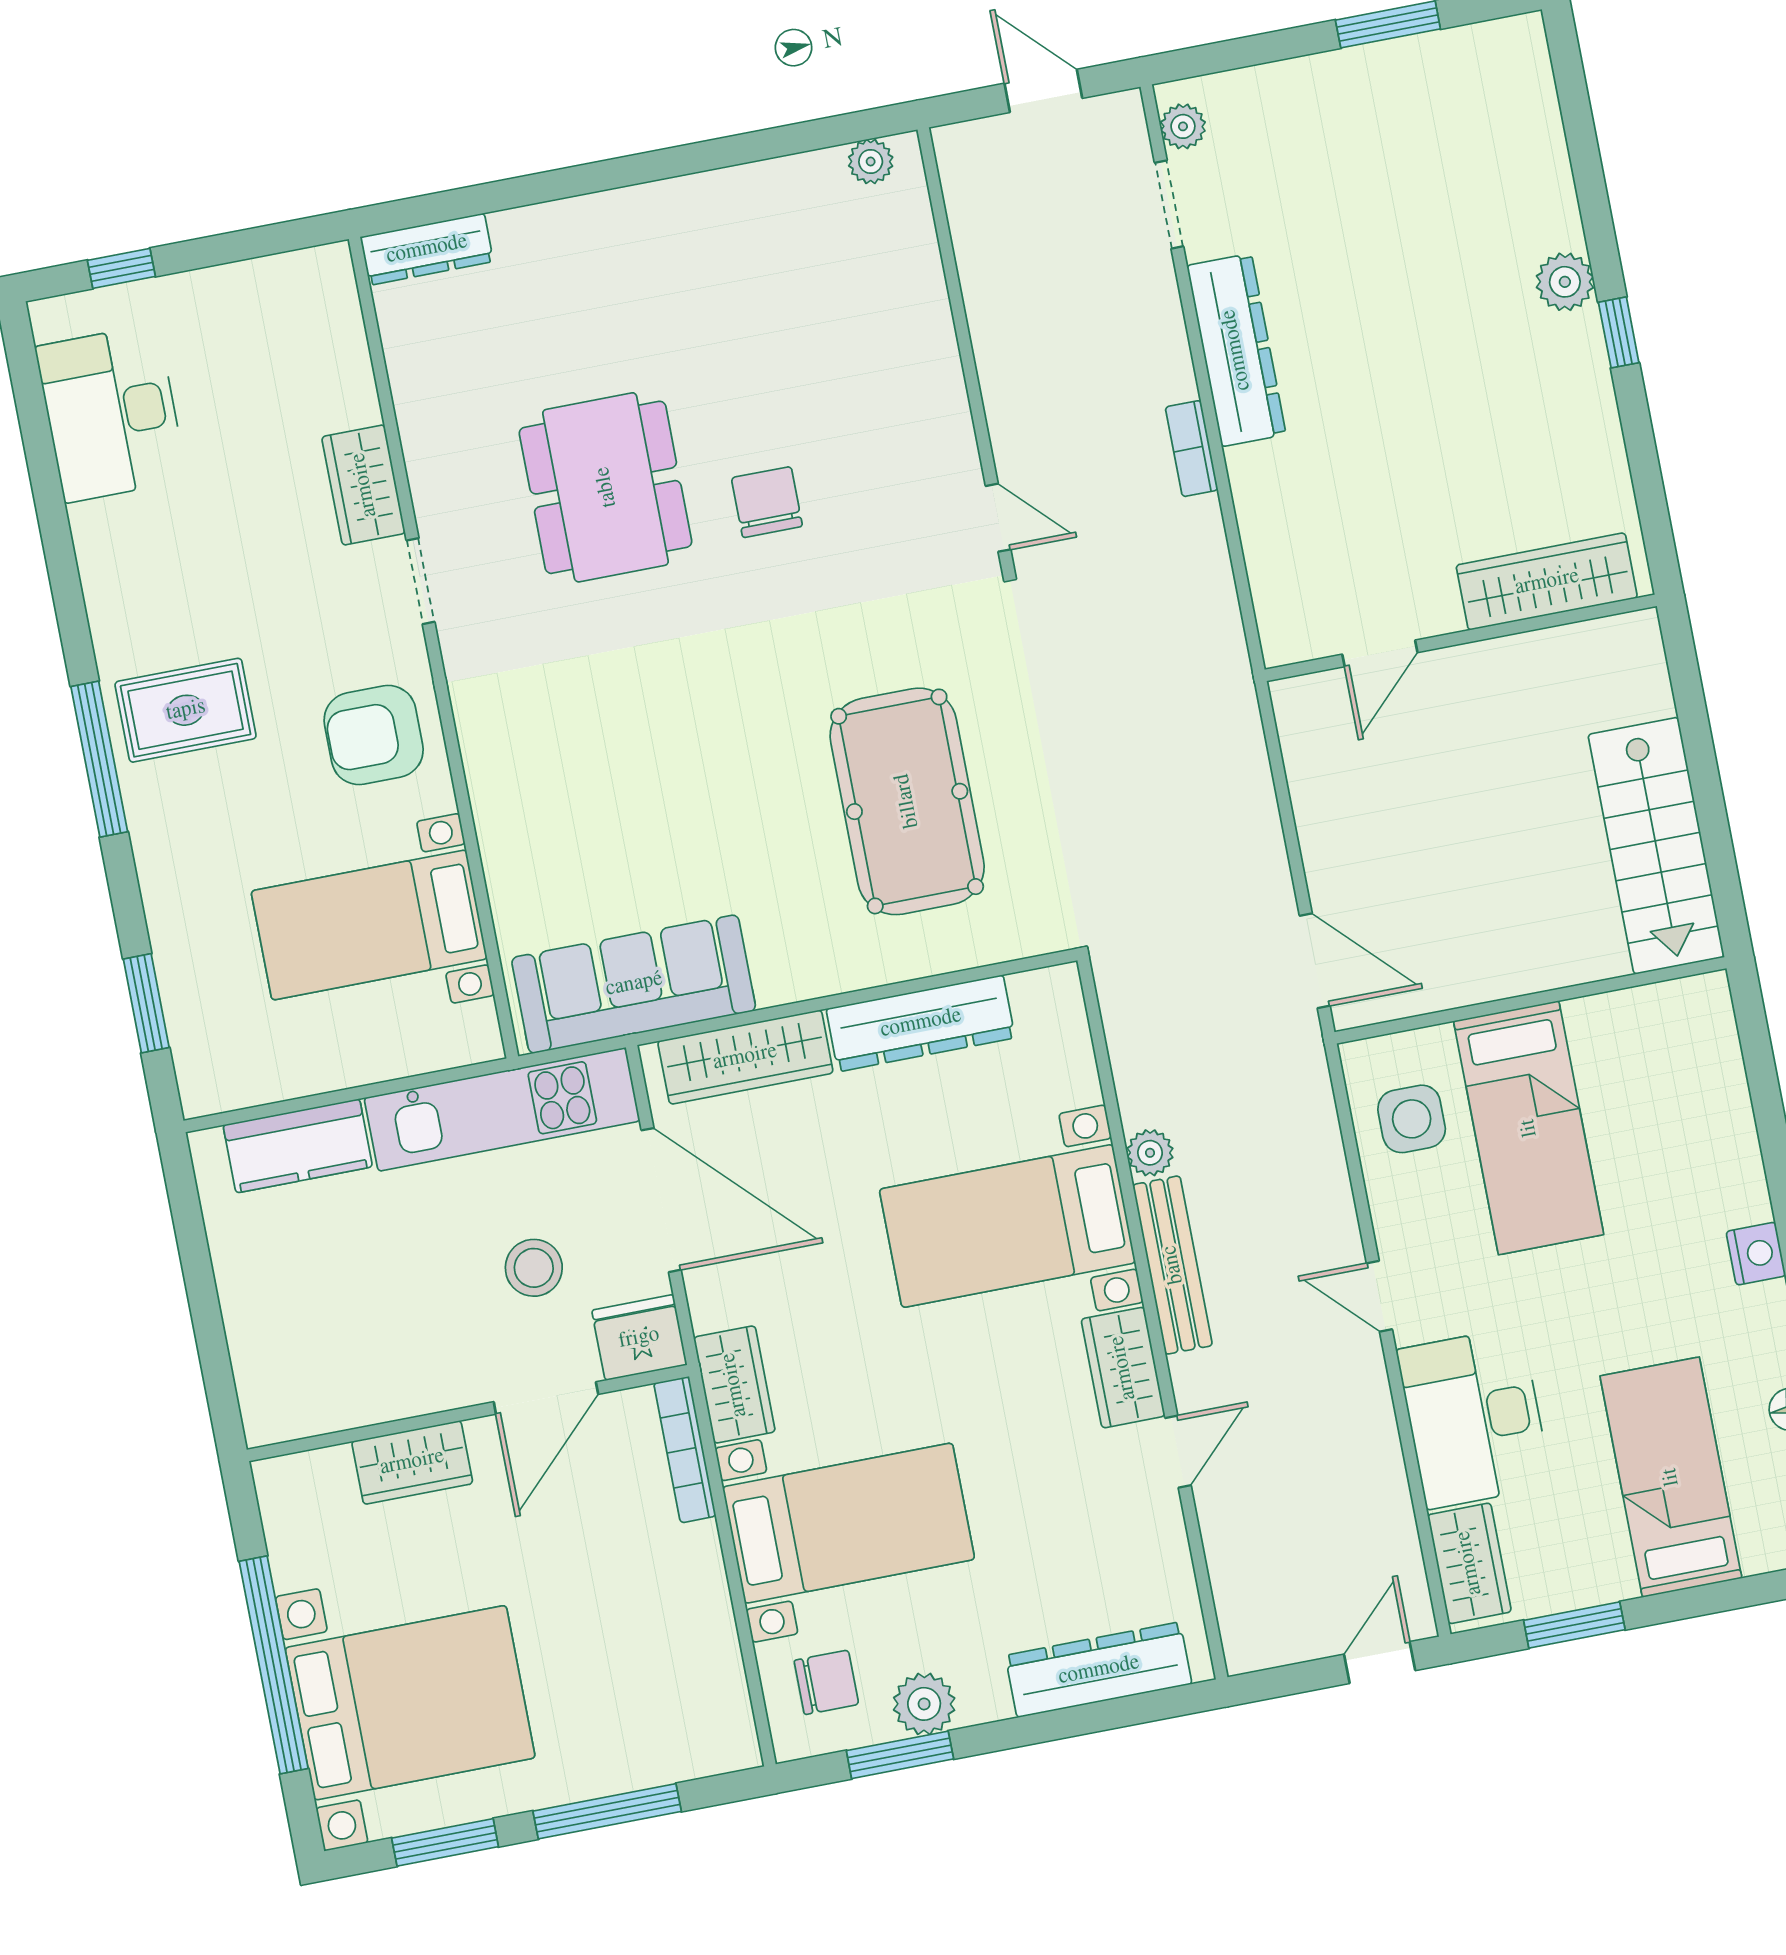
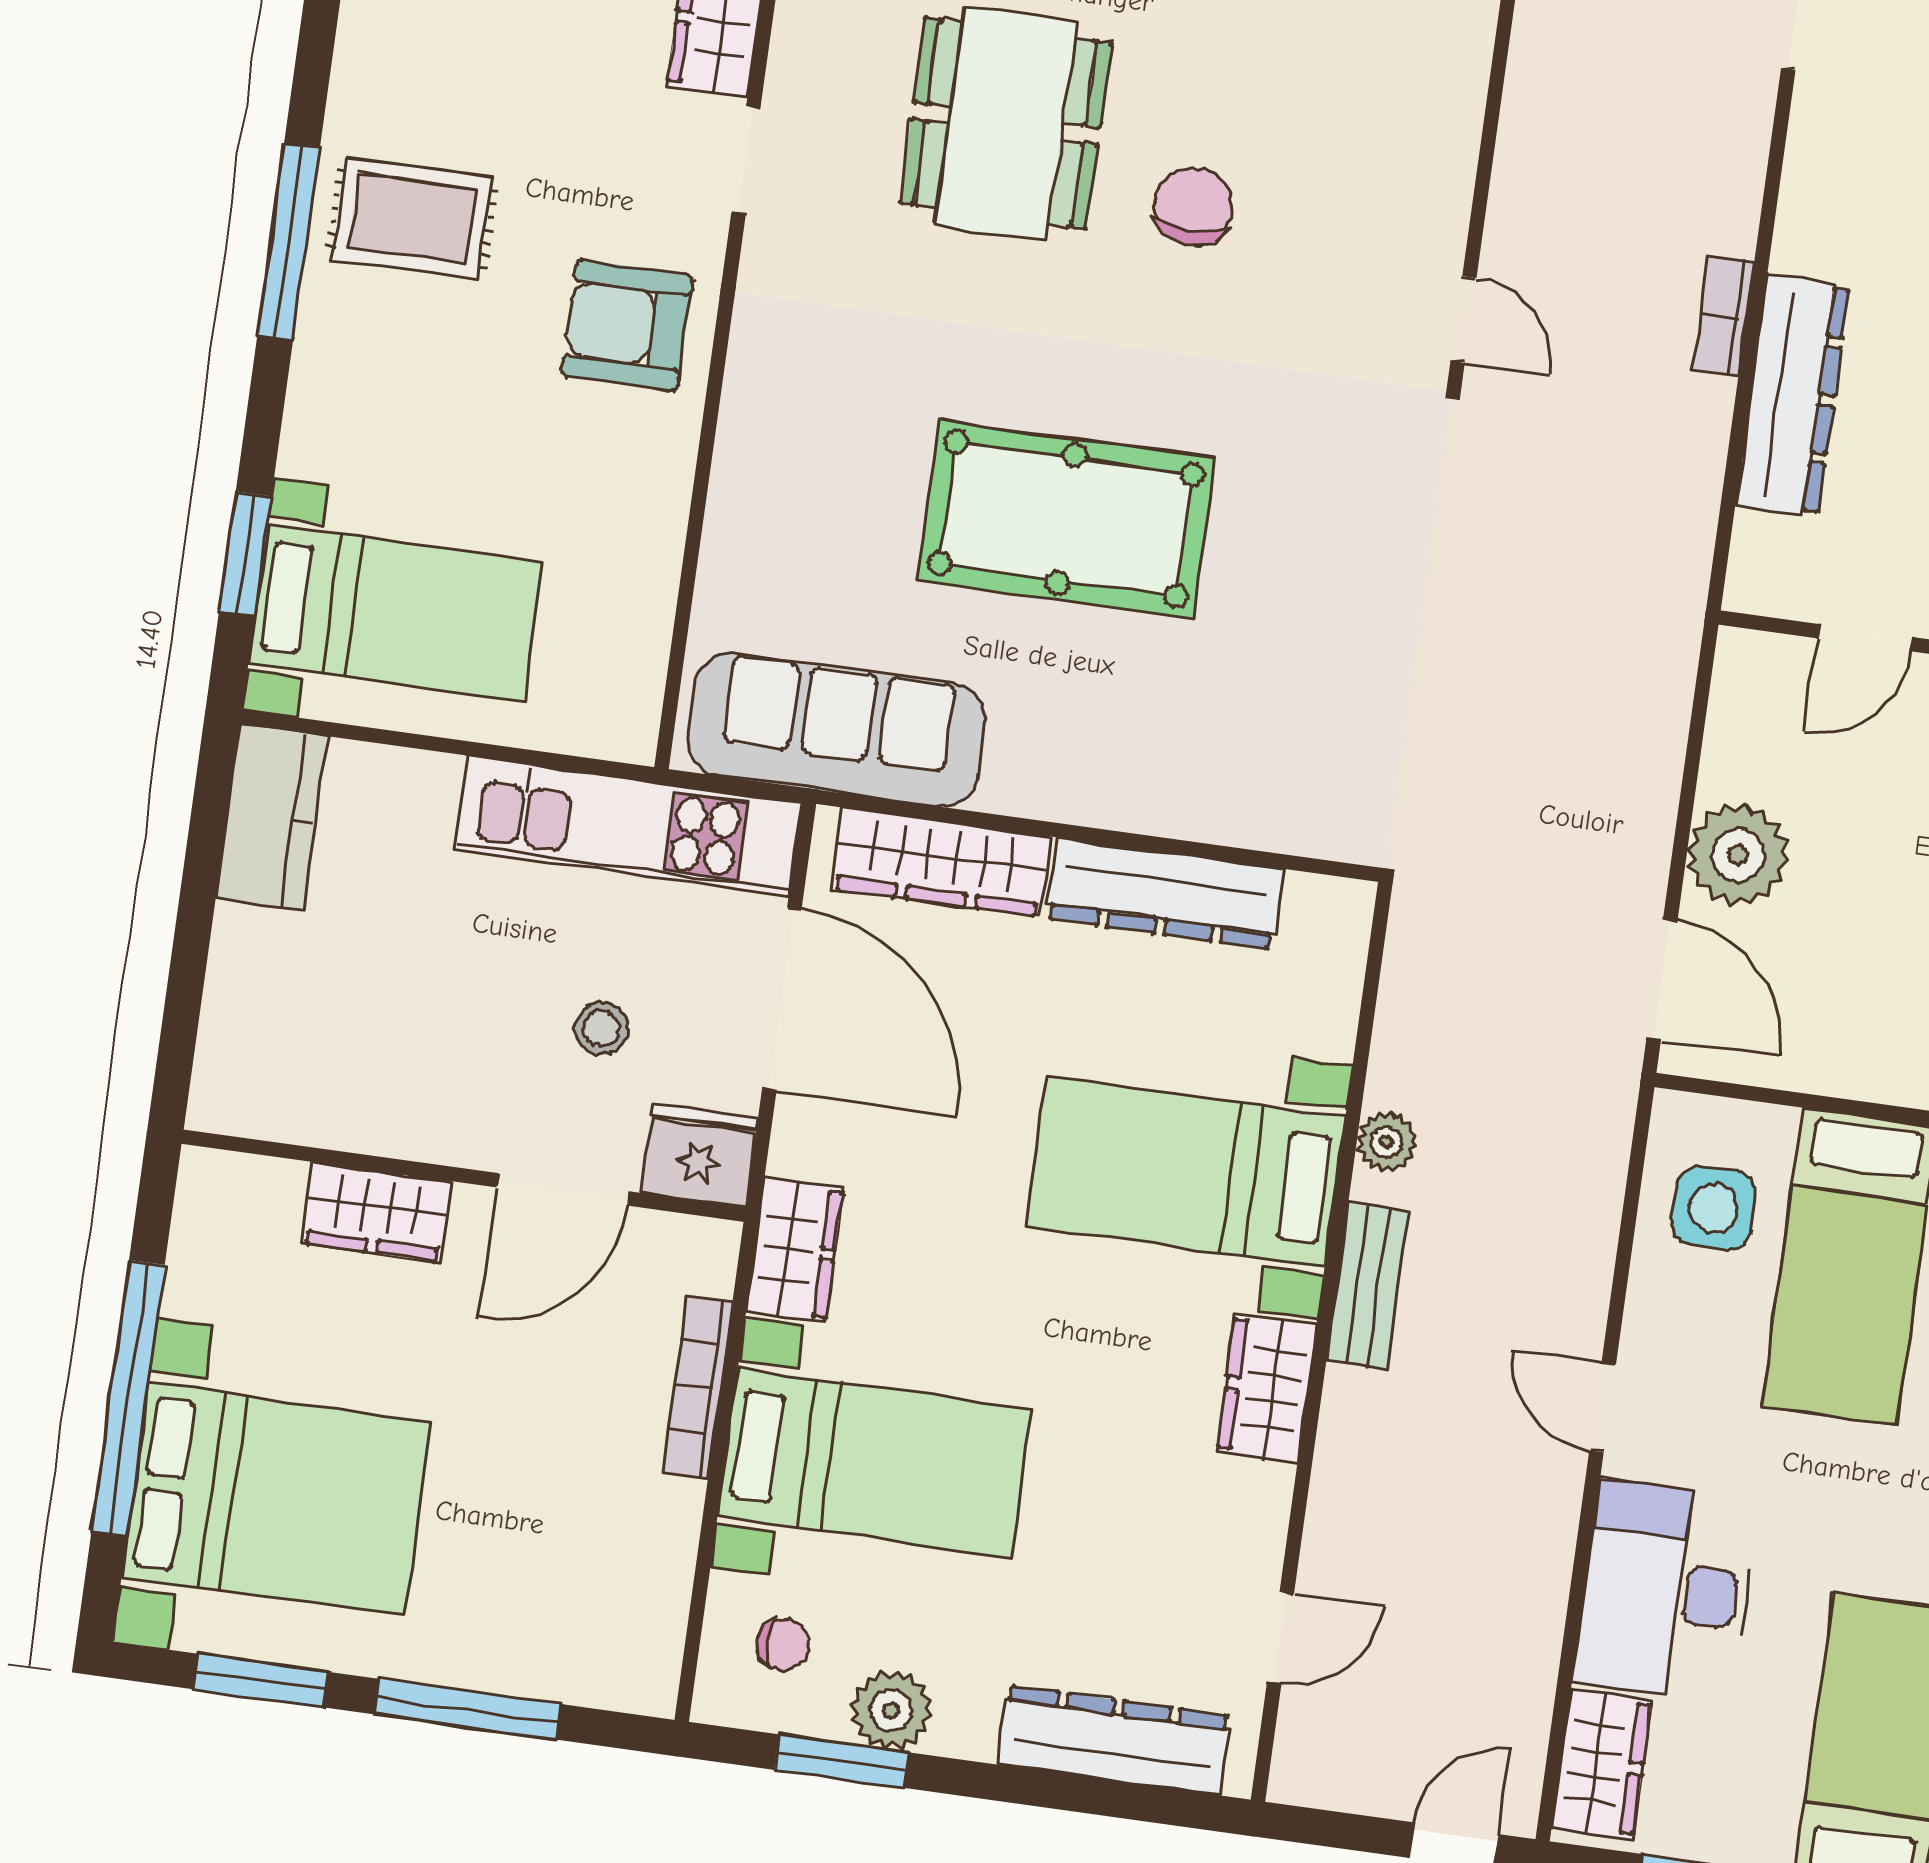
dresser: (1236, 350) -> (1792, 396), moved
pool table: (907, 801) -> (1066, 519), moved, turned 90
plant: (1340, 848) -> (1738, 855), added
bed with nightstands: (369, 925) -> (396, 613), moved, turned 180
kitchen counter: (298, 1146) -> (271, 817), moved, turned -90
bench: (1173, 1265) -> (1368, 1286), width x0.73
stool: (534, 1268) -> (602, 1029), width x0.73, depth x0.73
bookcase: (685, 1450) -> (697, 1387), moved
door: (1178, 1452) -> (1281, 1638), moved
chair: (826, 1682) -> (783, 1644), width x0.73, depth x0.73

